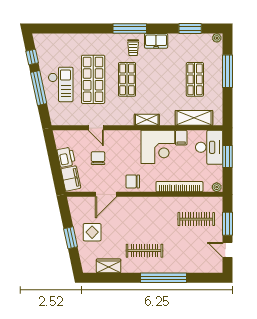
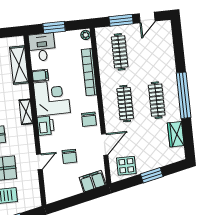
desk: (209, 147) -> (42, 47), width x0.73
printer: (66, 157) -> (46, 126), moved, turned 102
chair: (98, 158) -> (69, 156), turned -90
door: (106, 194) -> (105, 144), hinge flipped
clothes rail: (144, 219) -> (125, 104), added
display table: (92, 232) -> (126, 166), moved
window: (163, 278) -> (184, 95), moved

